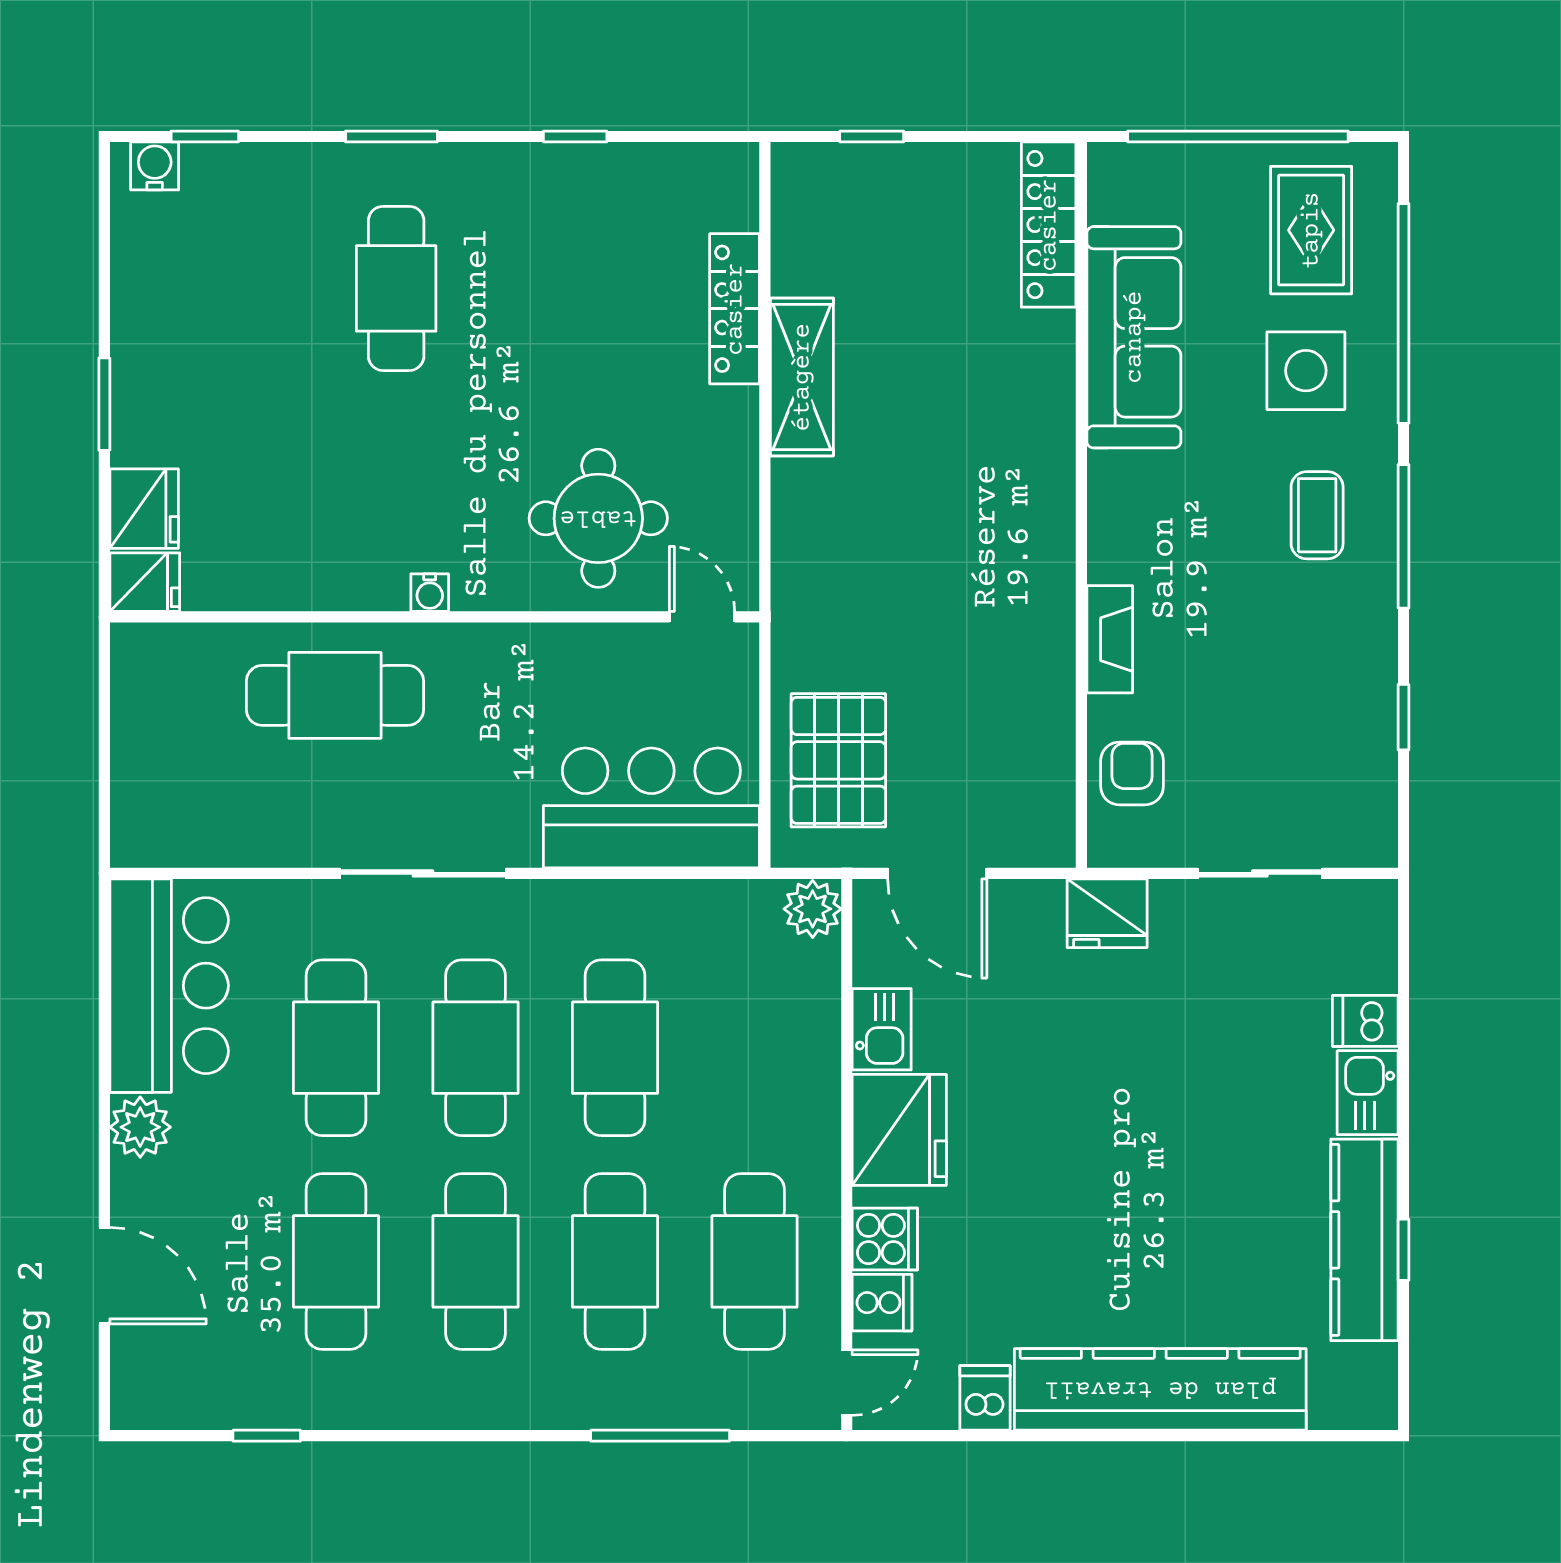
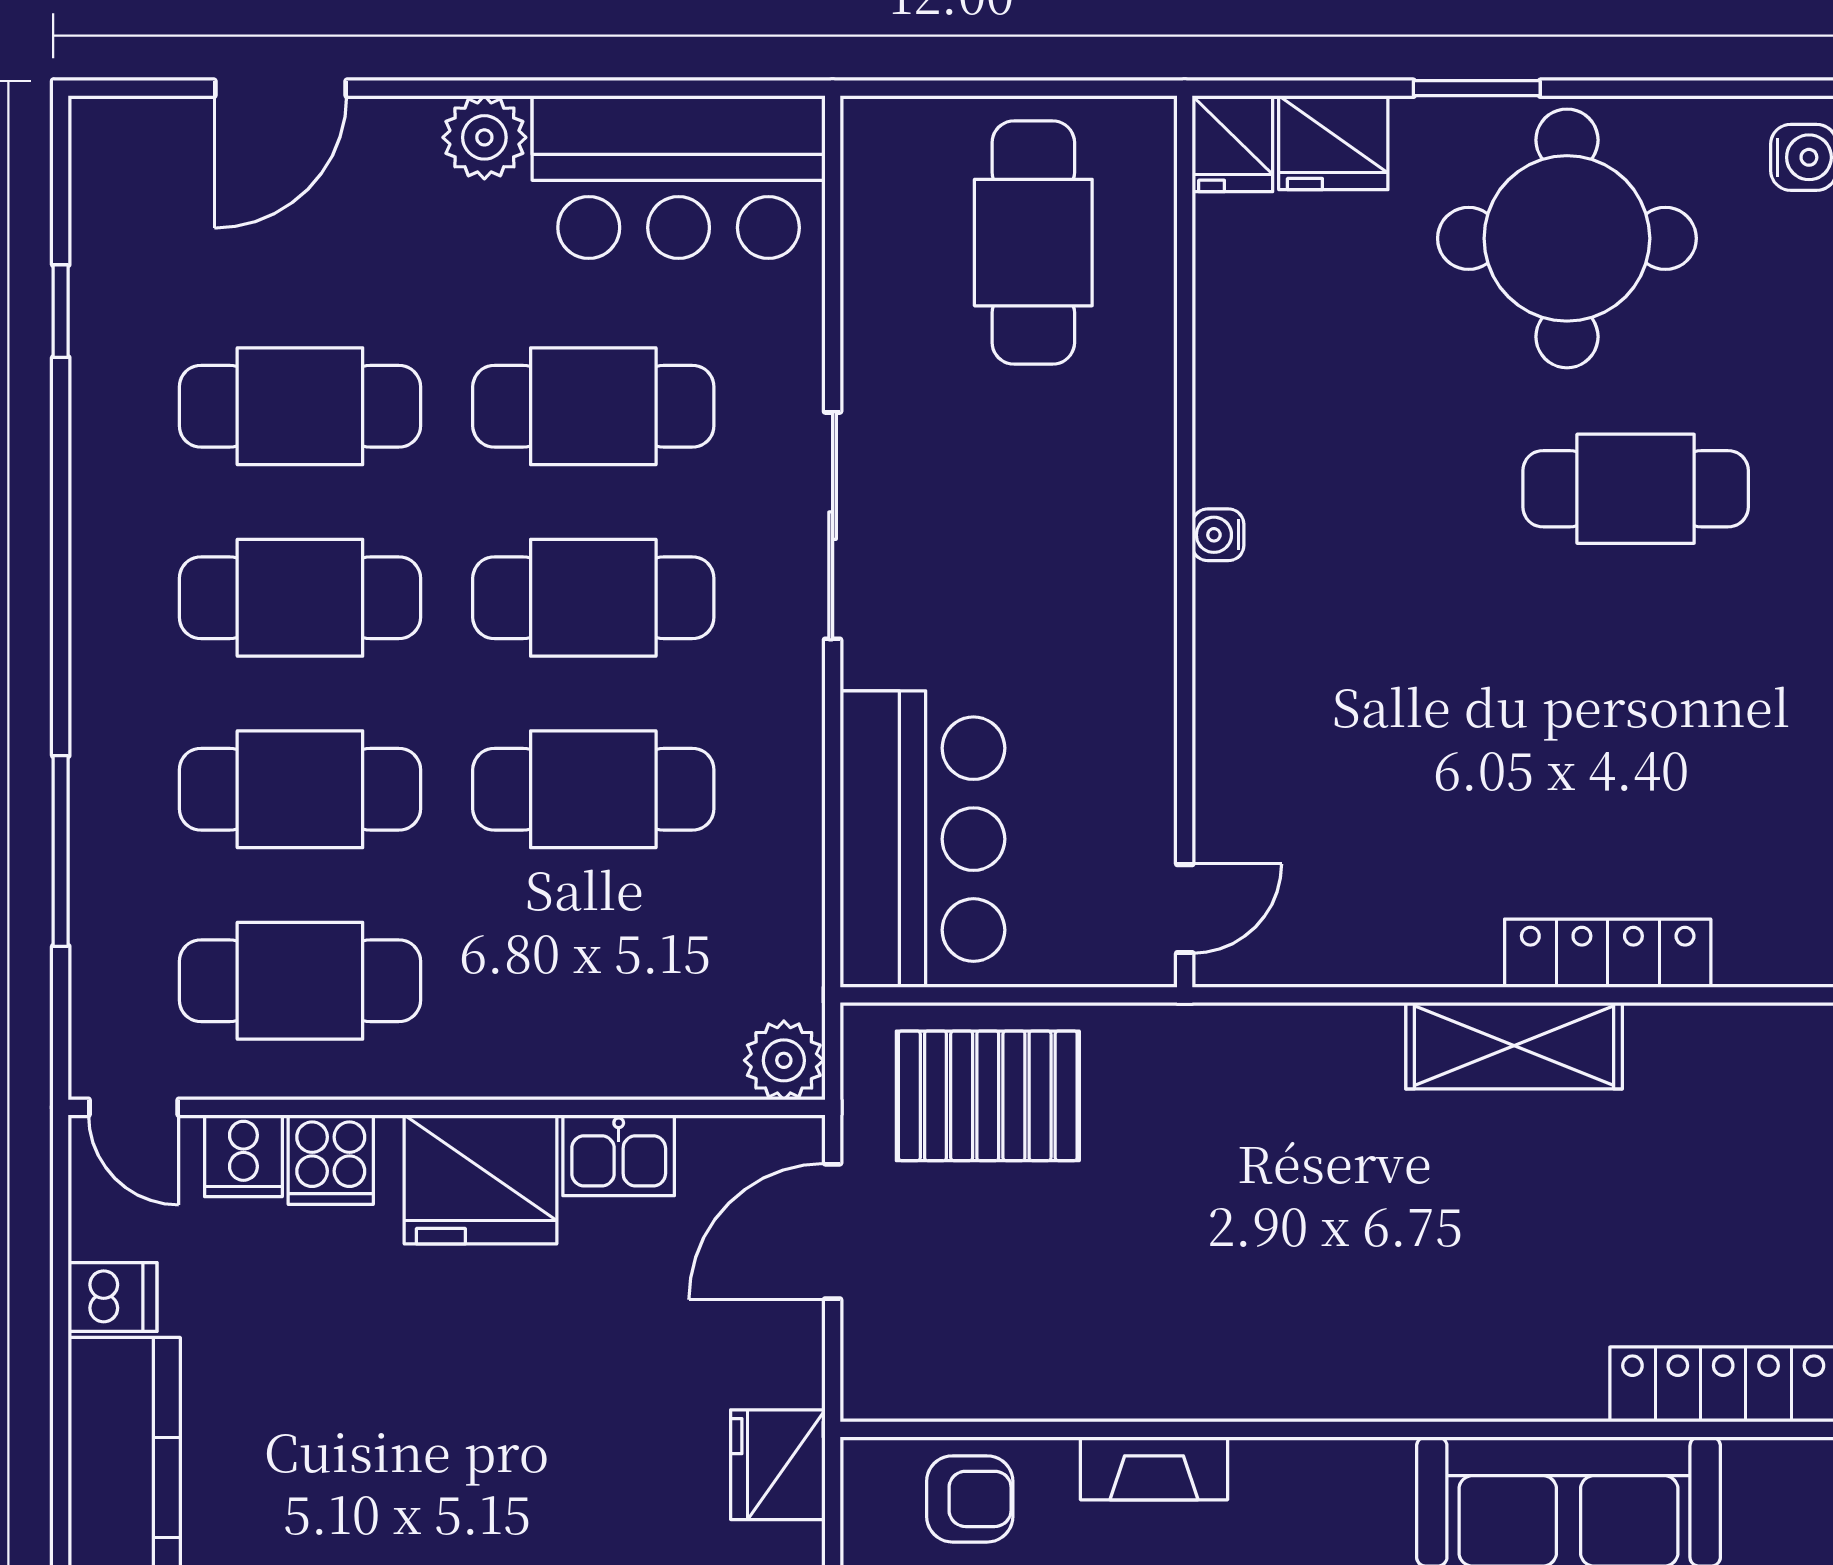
round table: (598, 518) -> (1567, 238), moved, width x1.36, depth x1.36
cafe table: (335, 695) -> (1033, 243), moved

